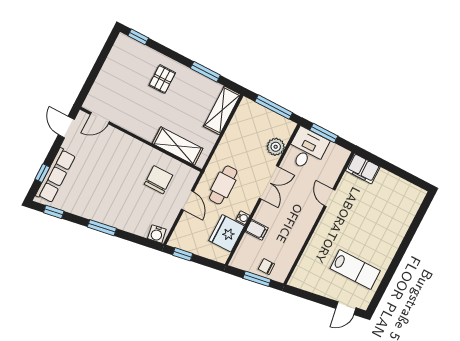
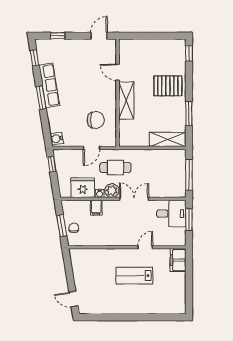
pallet: (162, 79) -> (168, 86), width x1.50, depth x1.42
door: (100, 118) -> (118, 72), moved
shelving: (178, 146) -> (126, 101), moved
plant: (276, 147) -> (112, 191), moved
row of seats: (56, 175) -> (49, 85), moved, turned -99
double door: (269, 182) -> (134, 199), swing flipped
lab bench: (355, 270) -> (134, 276), moved, turned 90

